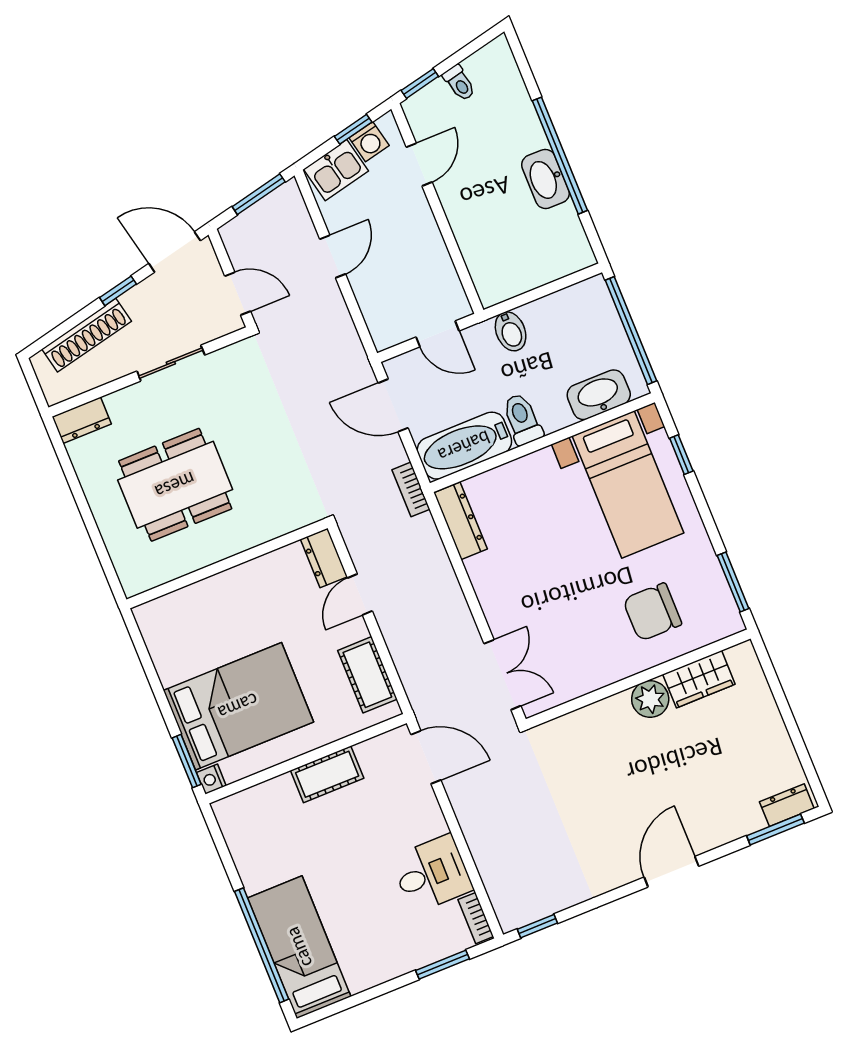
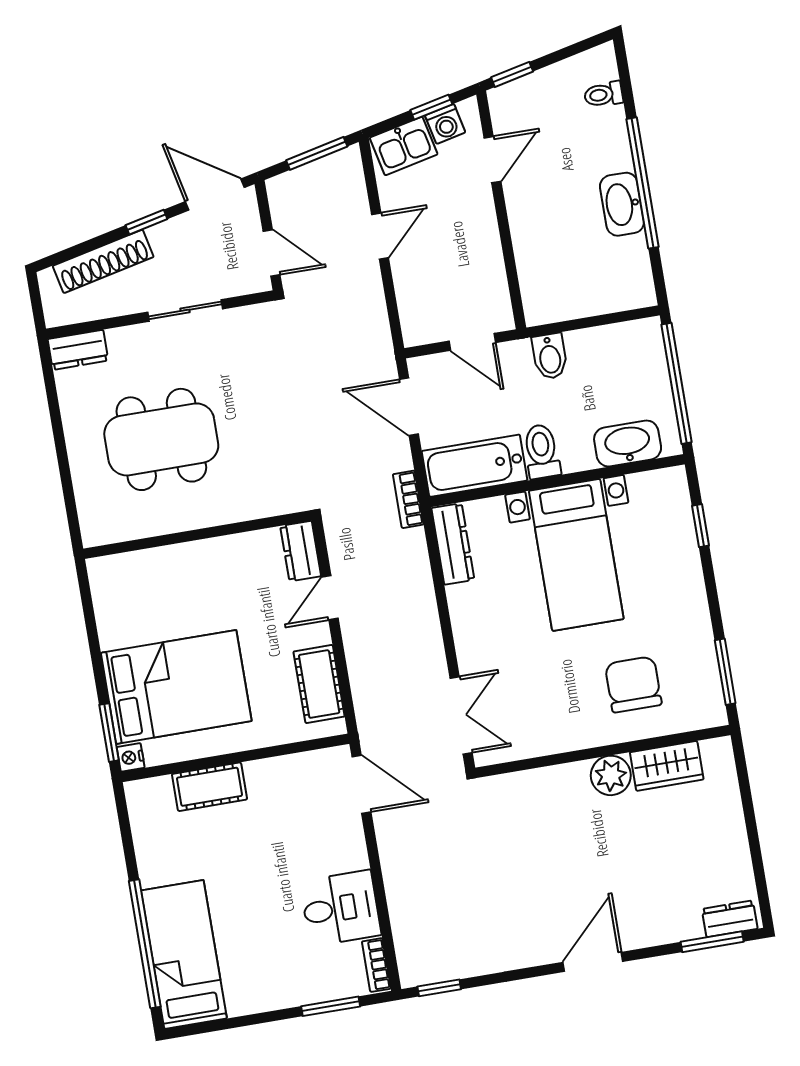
toilet: (459, 83) -> (604, 94), moved, turned 102
bed with nightstands: (628, 484) -> (576, 555), moved
chair: (652, 612) -> (633, 684), turned 90
cot: (327, 774) -> (209, 787), moved

